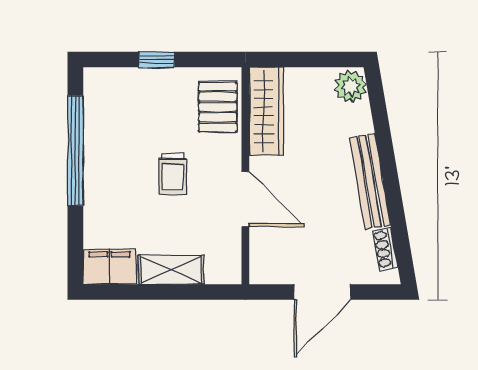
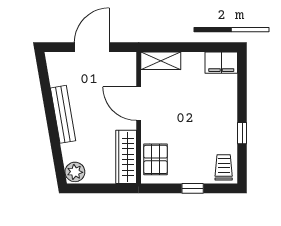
window: (75, 151) -> (242, 133), width x0.32
trolley: (173, 174) -> (224, 167), moved
shoe rack: (385, 249) -> (54, 73), removed
shelving: (171, 270) -> (161, 61), moved

